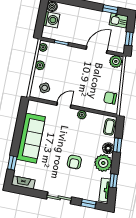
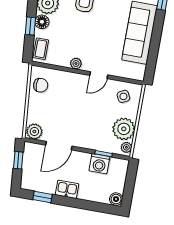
washing machine: (51, 20) -> (99, 164), moved, turned -90
kitchen sink: (119, 21) -> (67, 189), moved
plant: (40, 65) -> (124, 129), width x1.88, depth x1.88

